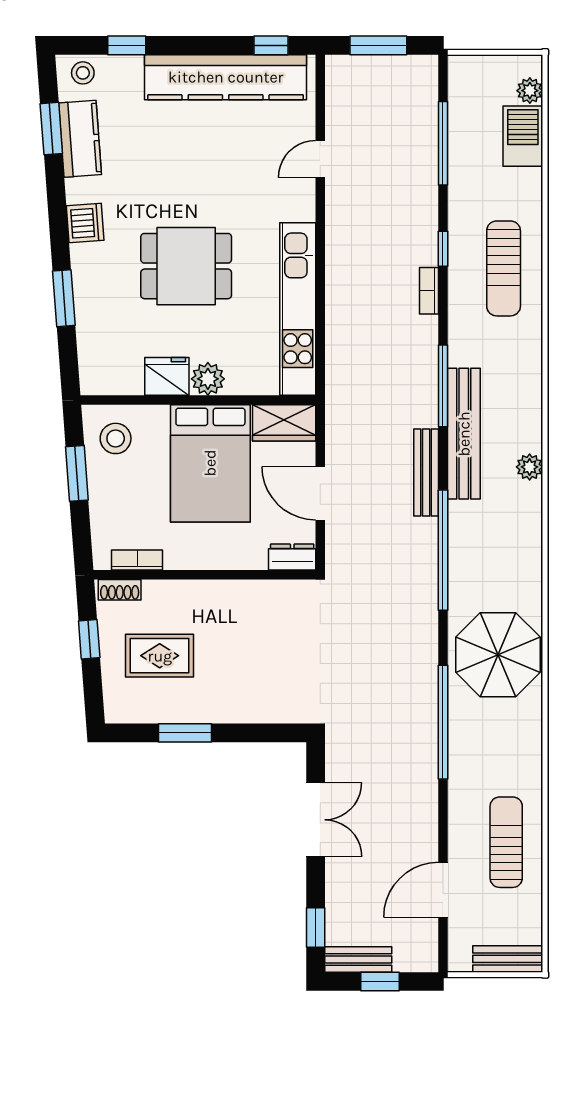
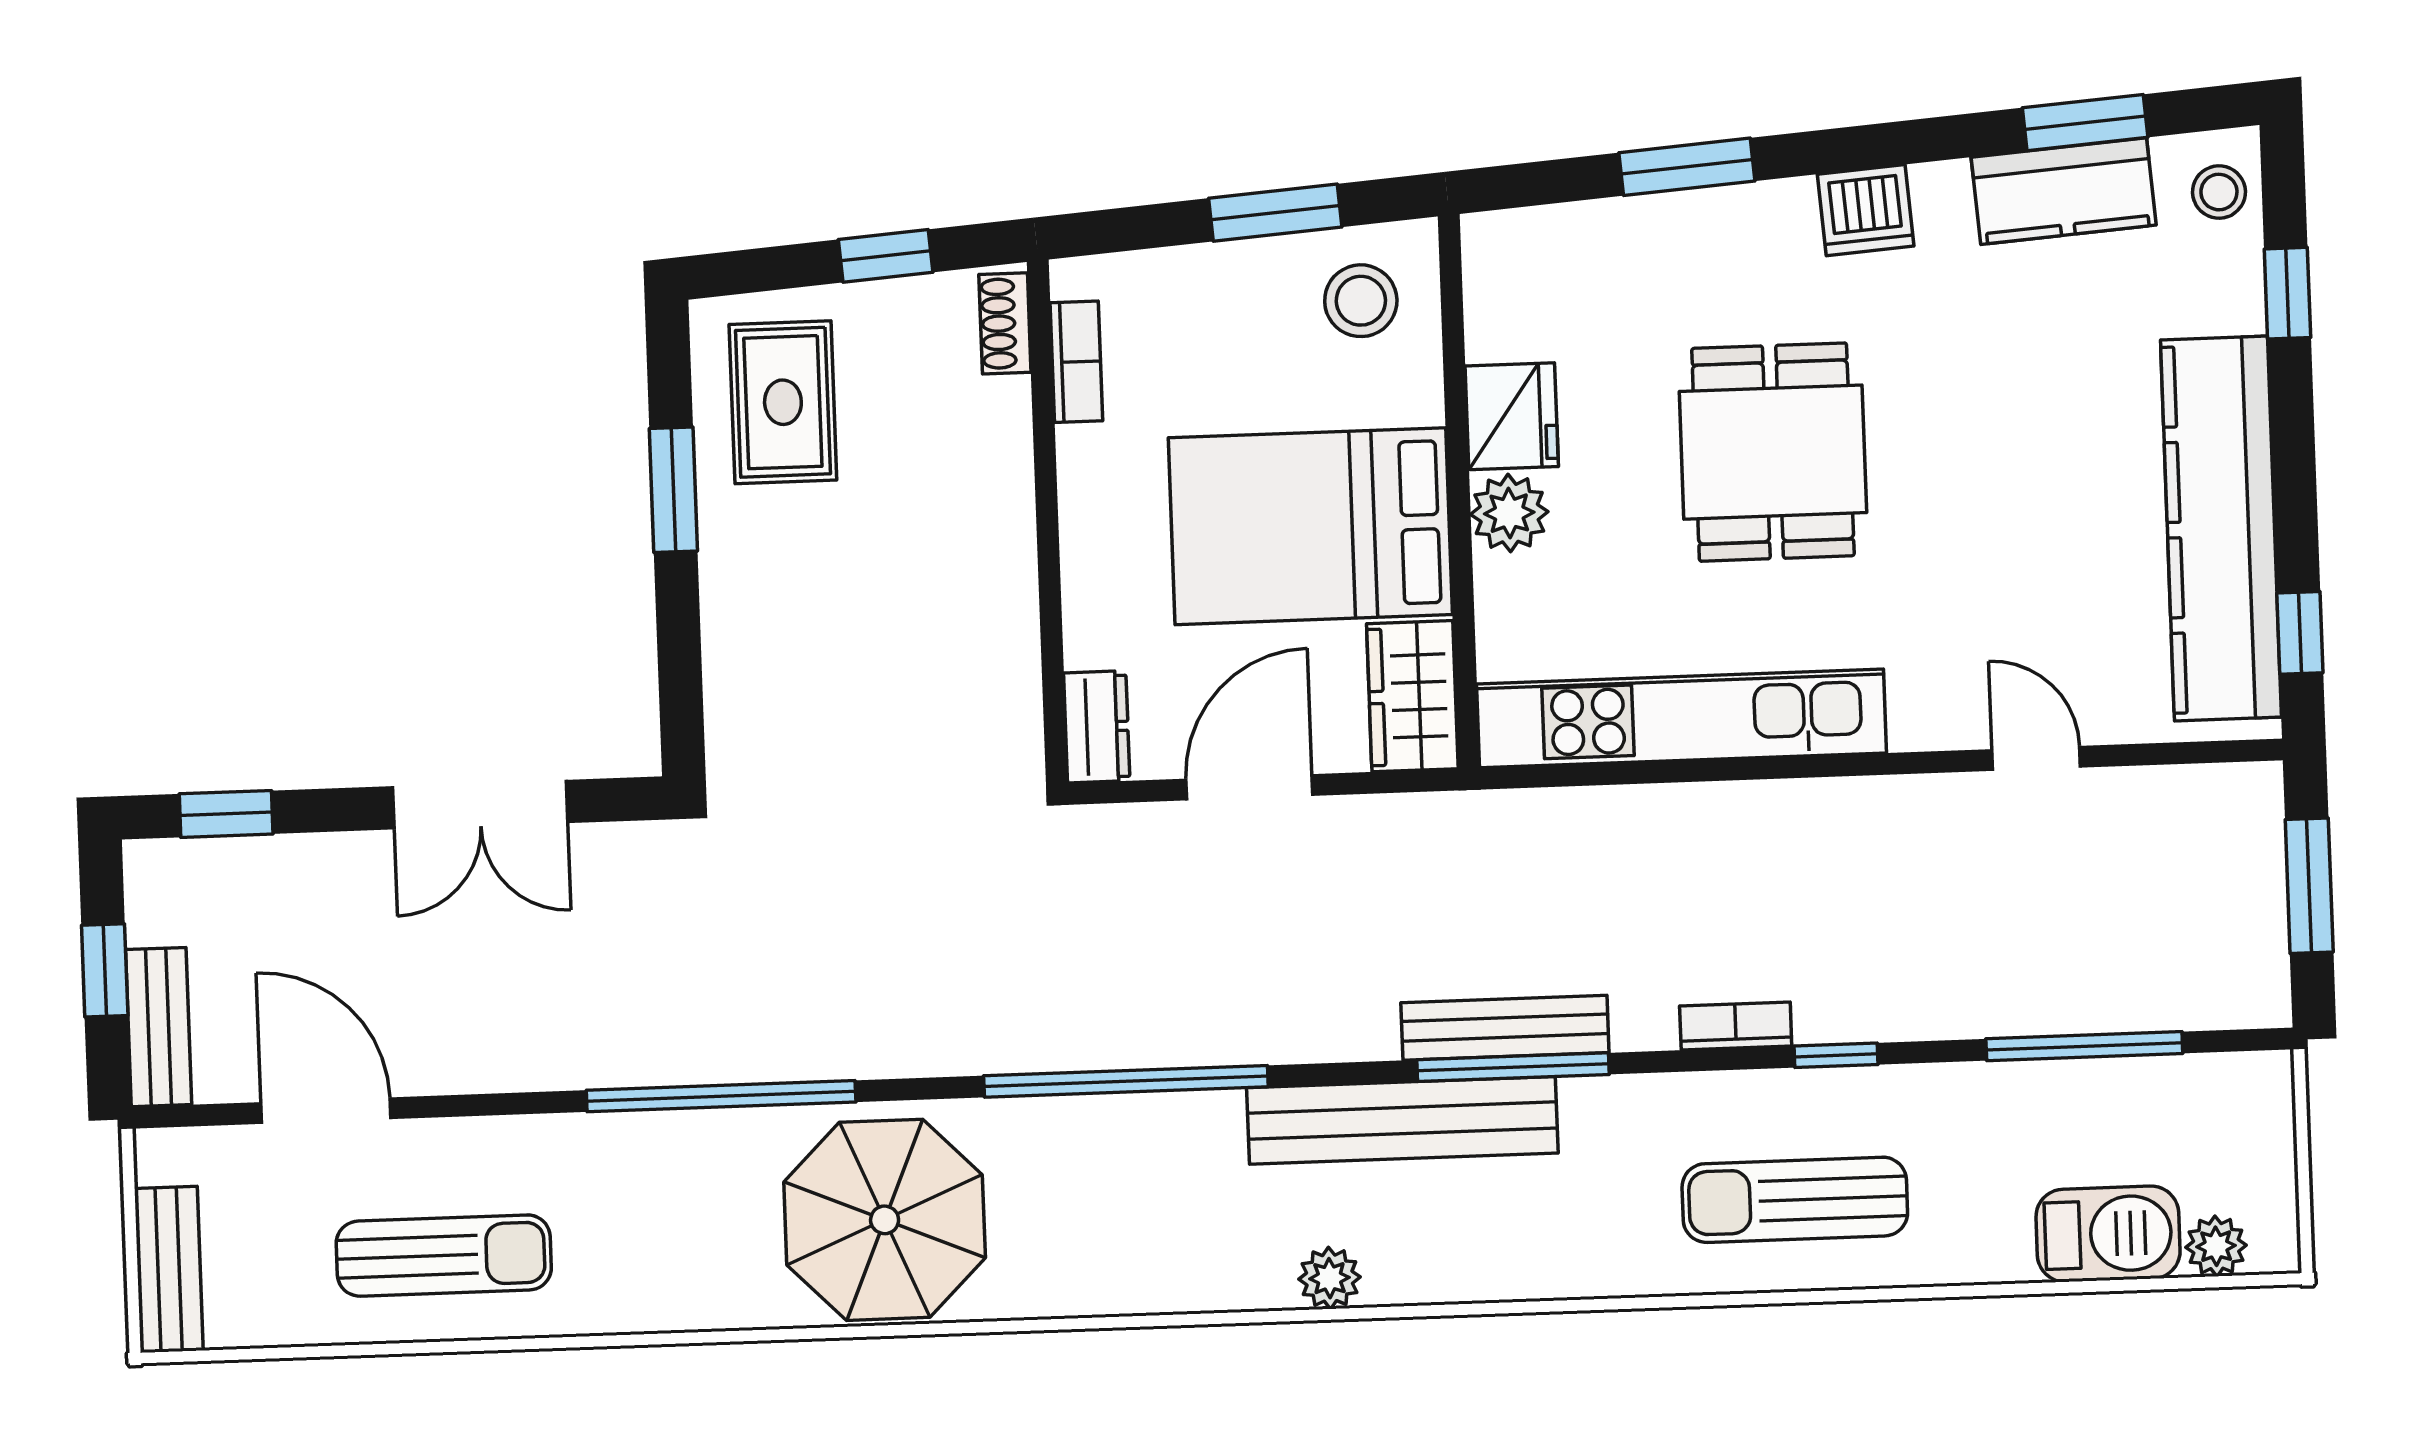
bench: (426, 472) -> (1505, 1028), moved
rug: (160, 656) -> (783, 402), moved
bench: (358, 960) -> (159, 1027), moved

